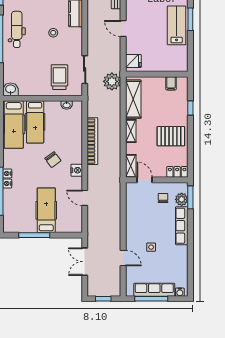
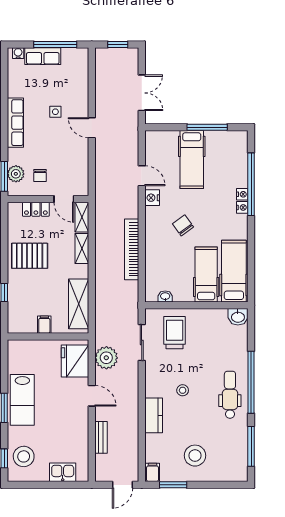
dental chair: (17, 29) -> (230, 395), turned 180
fridge: (133, 61) -> (75, 361), width x1.88, depth x1.34
trolley: (59, 77) -> (175, 333), turned 180
plant: (112, 81) -> (106, 358), moved
filing cabinet: (171, 83) -> (44, 325), moved
shelving: (131, 131) -> (82, 248), moved
nightstand: (77, 170) -> (152, 198), moved
locker: (177, 172) -> (36, 209), moved
row of seats: (182, 226) -> (15, 123), moved
door: (123, 258) -> (92, 128), moved
row of seats: (154, 290) -> (43, 56), width x0.68

